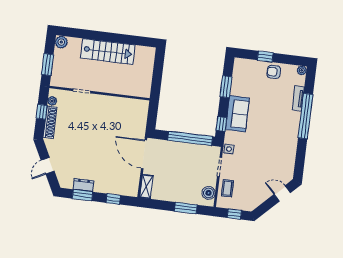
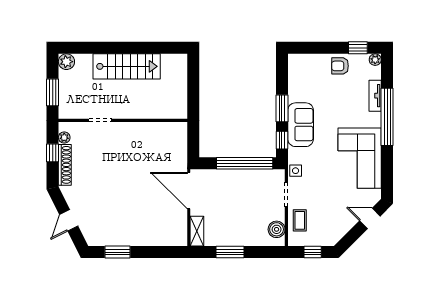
window: (265, 57) -> (358, 48), moved
window: (226, 87) -> (282, 108), moved
corner sofa: (280, 146) -> (360, 158), added
dresser: (83, 185) -> (117, 239), removed
window: (113, 199) -> (157, 252), removed
window: (186, 208) -> (230, 252), moved

